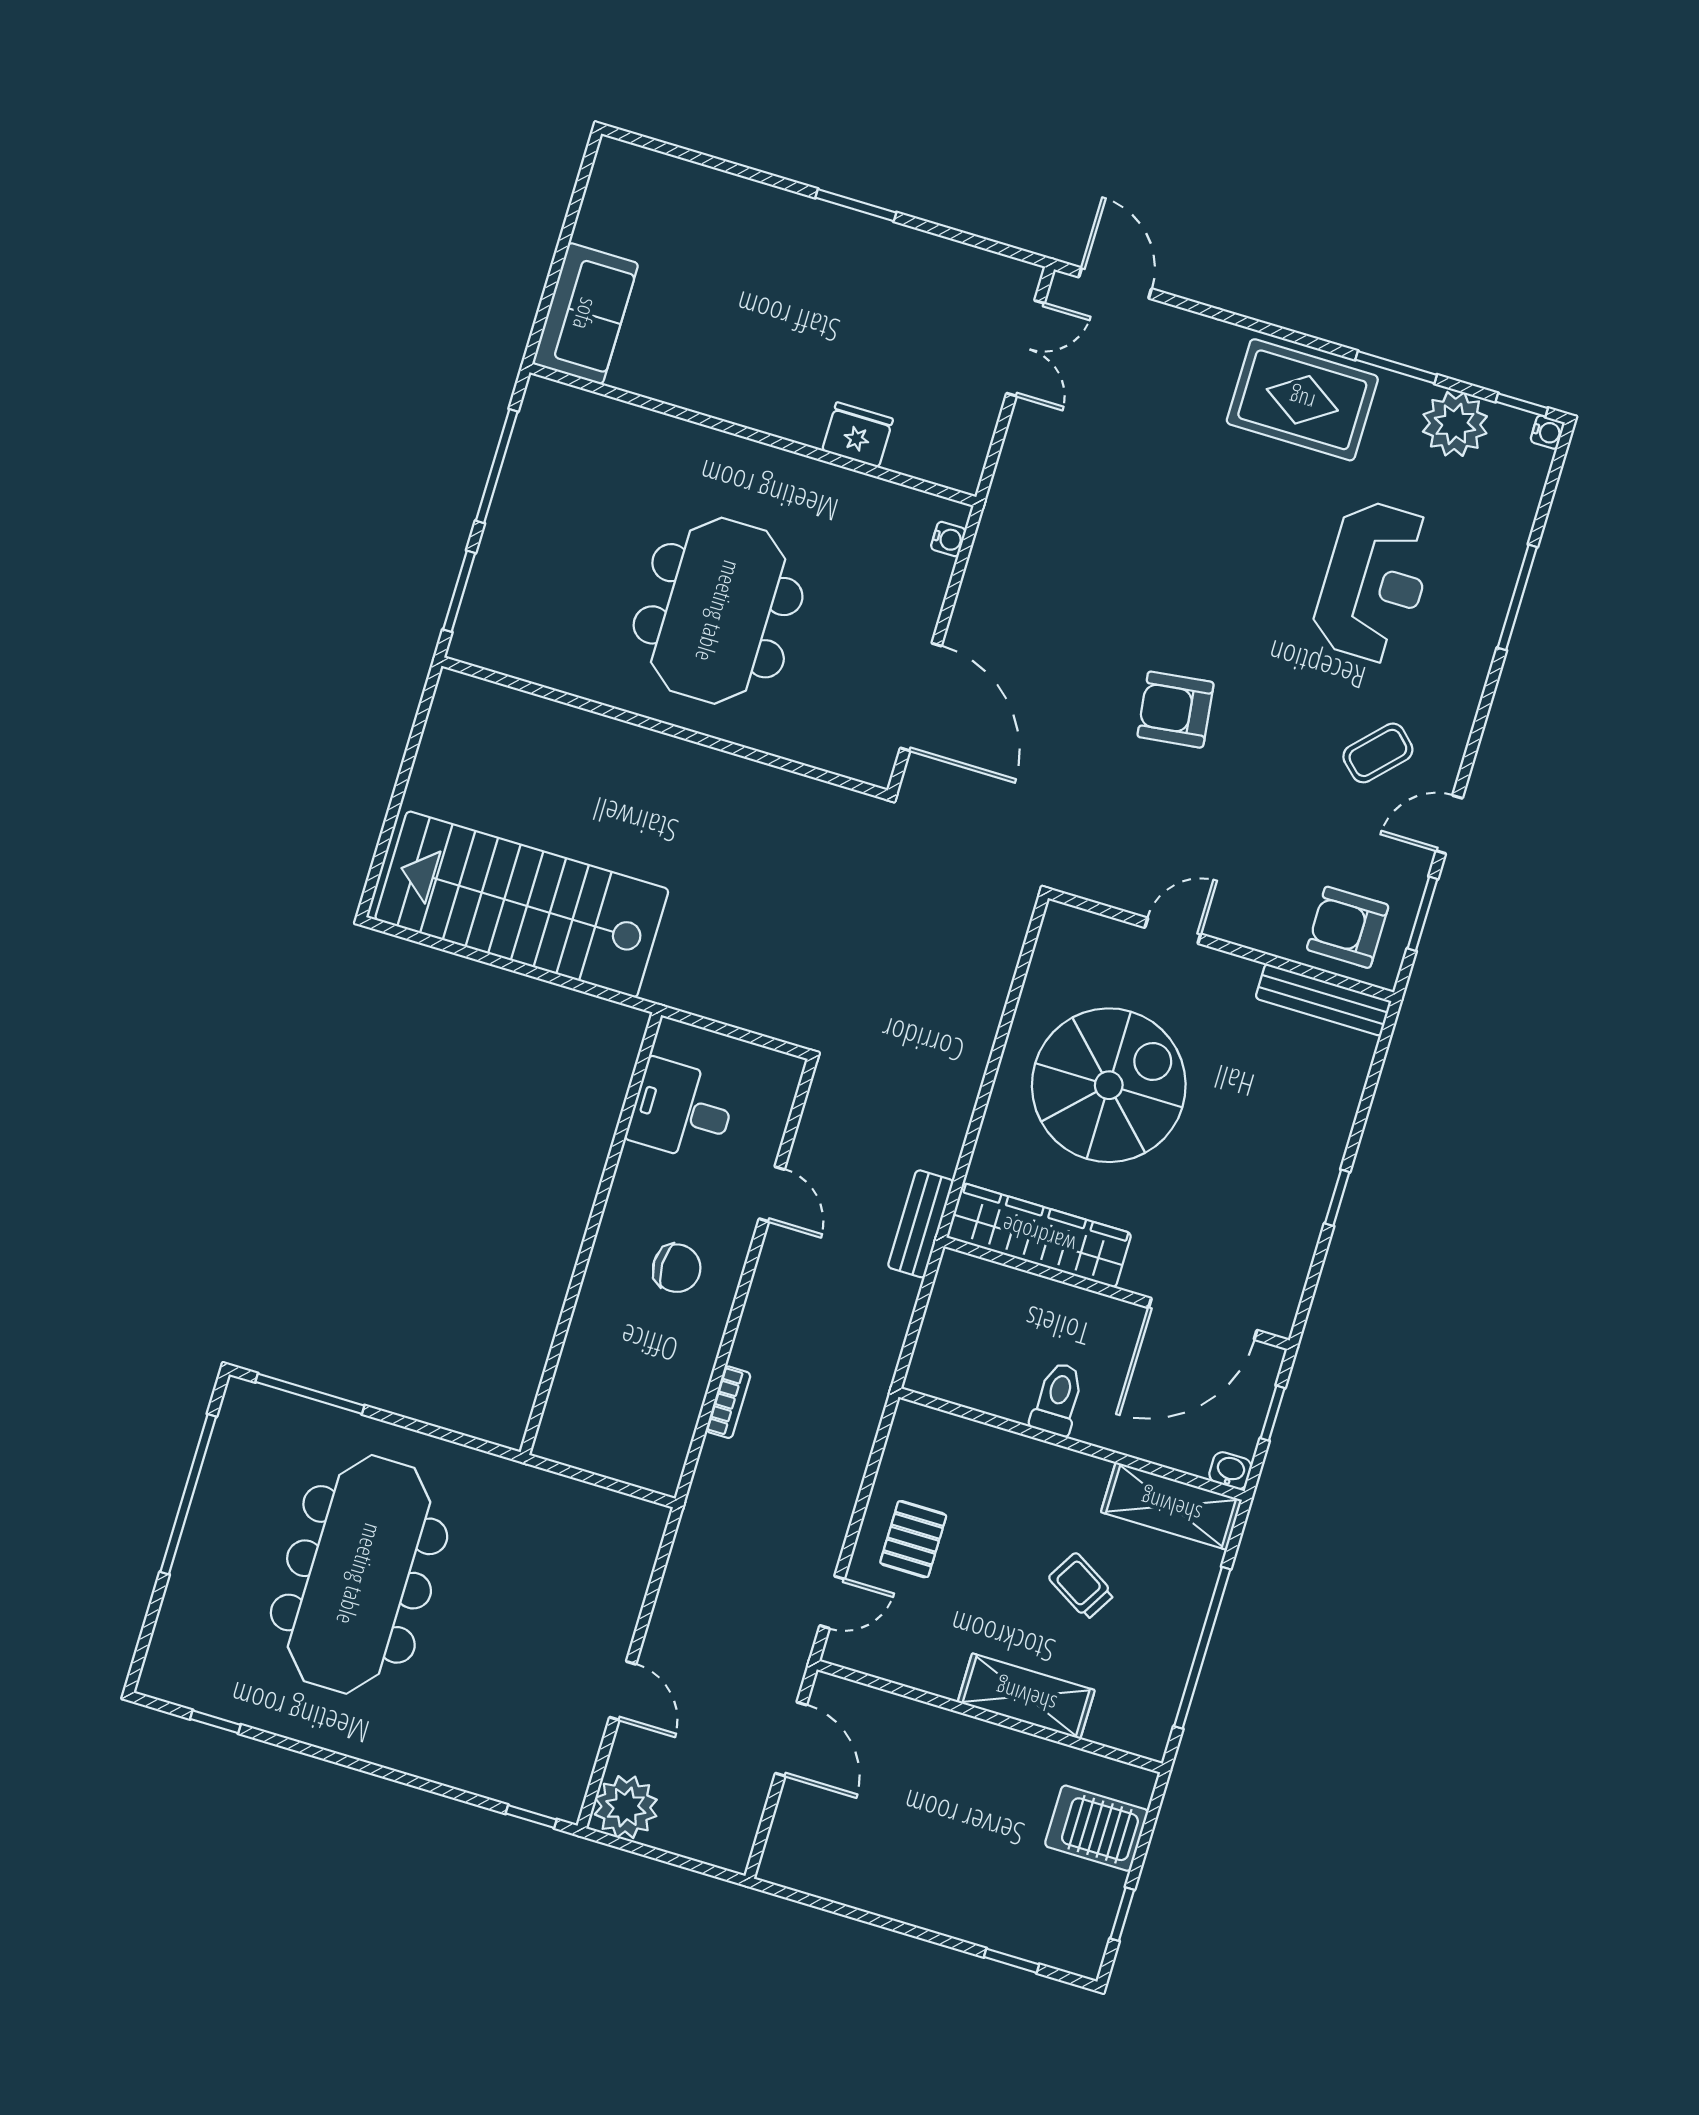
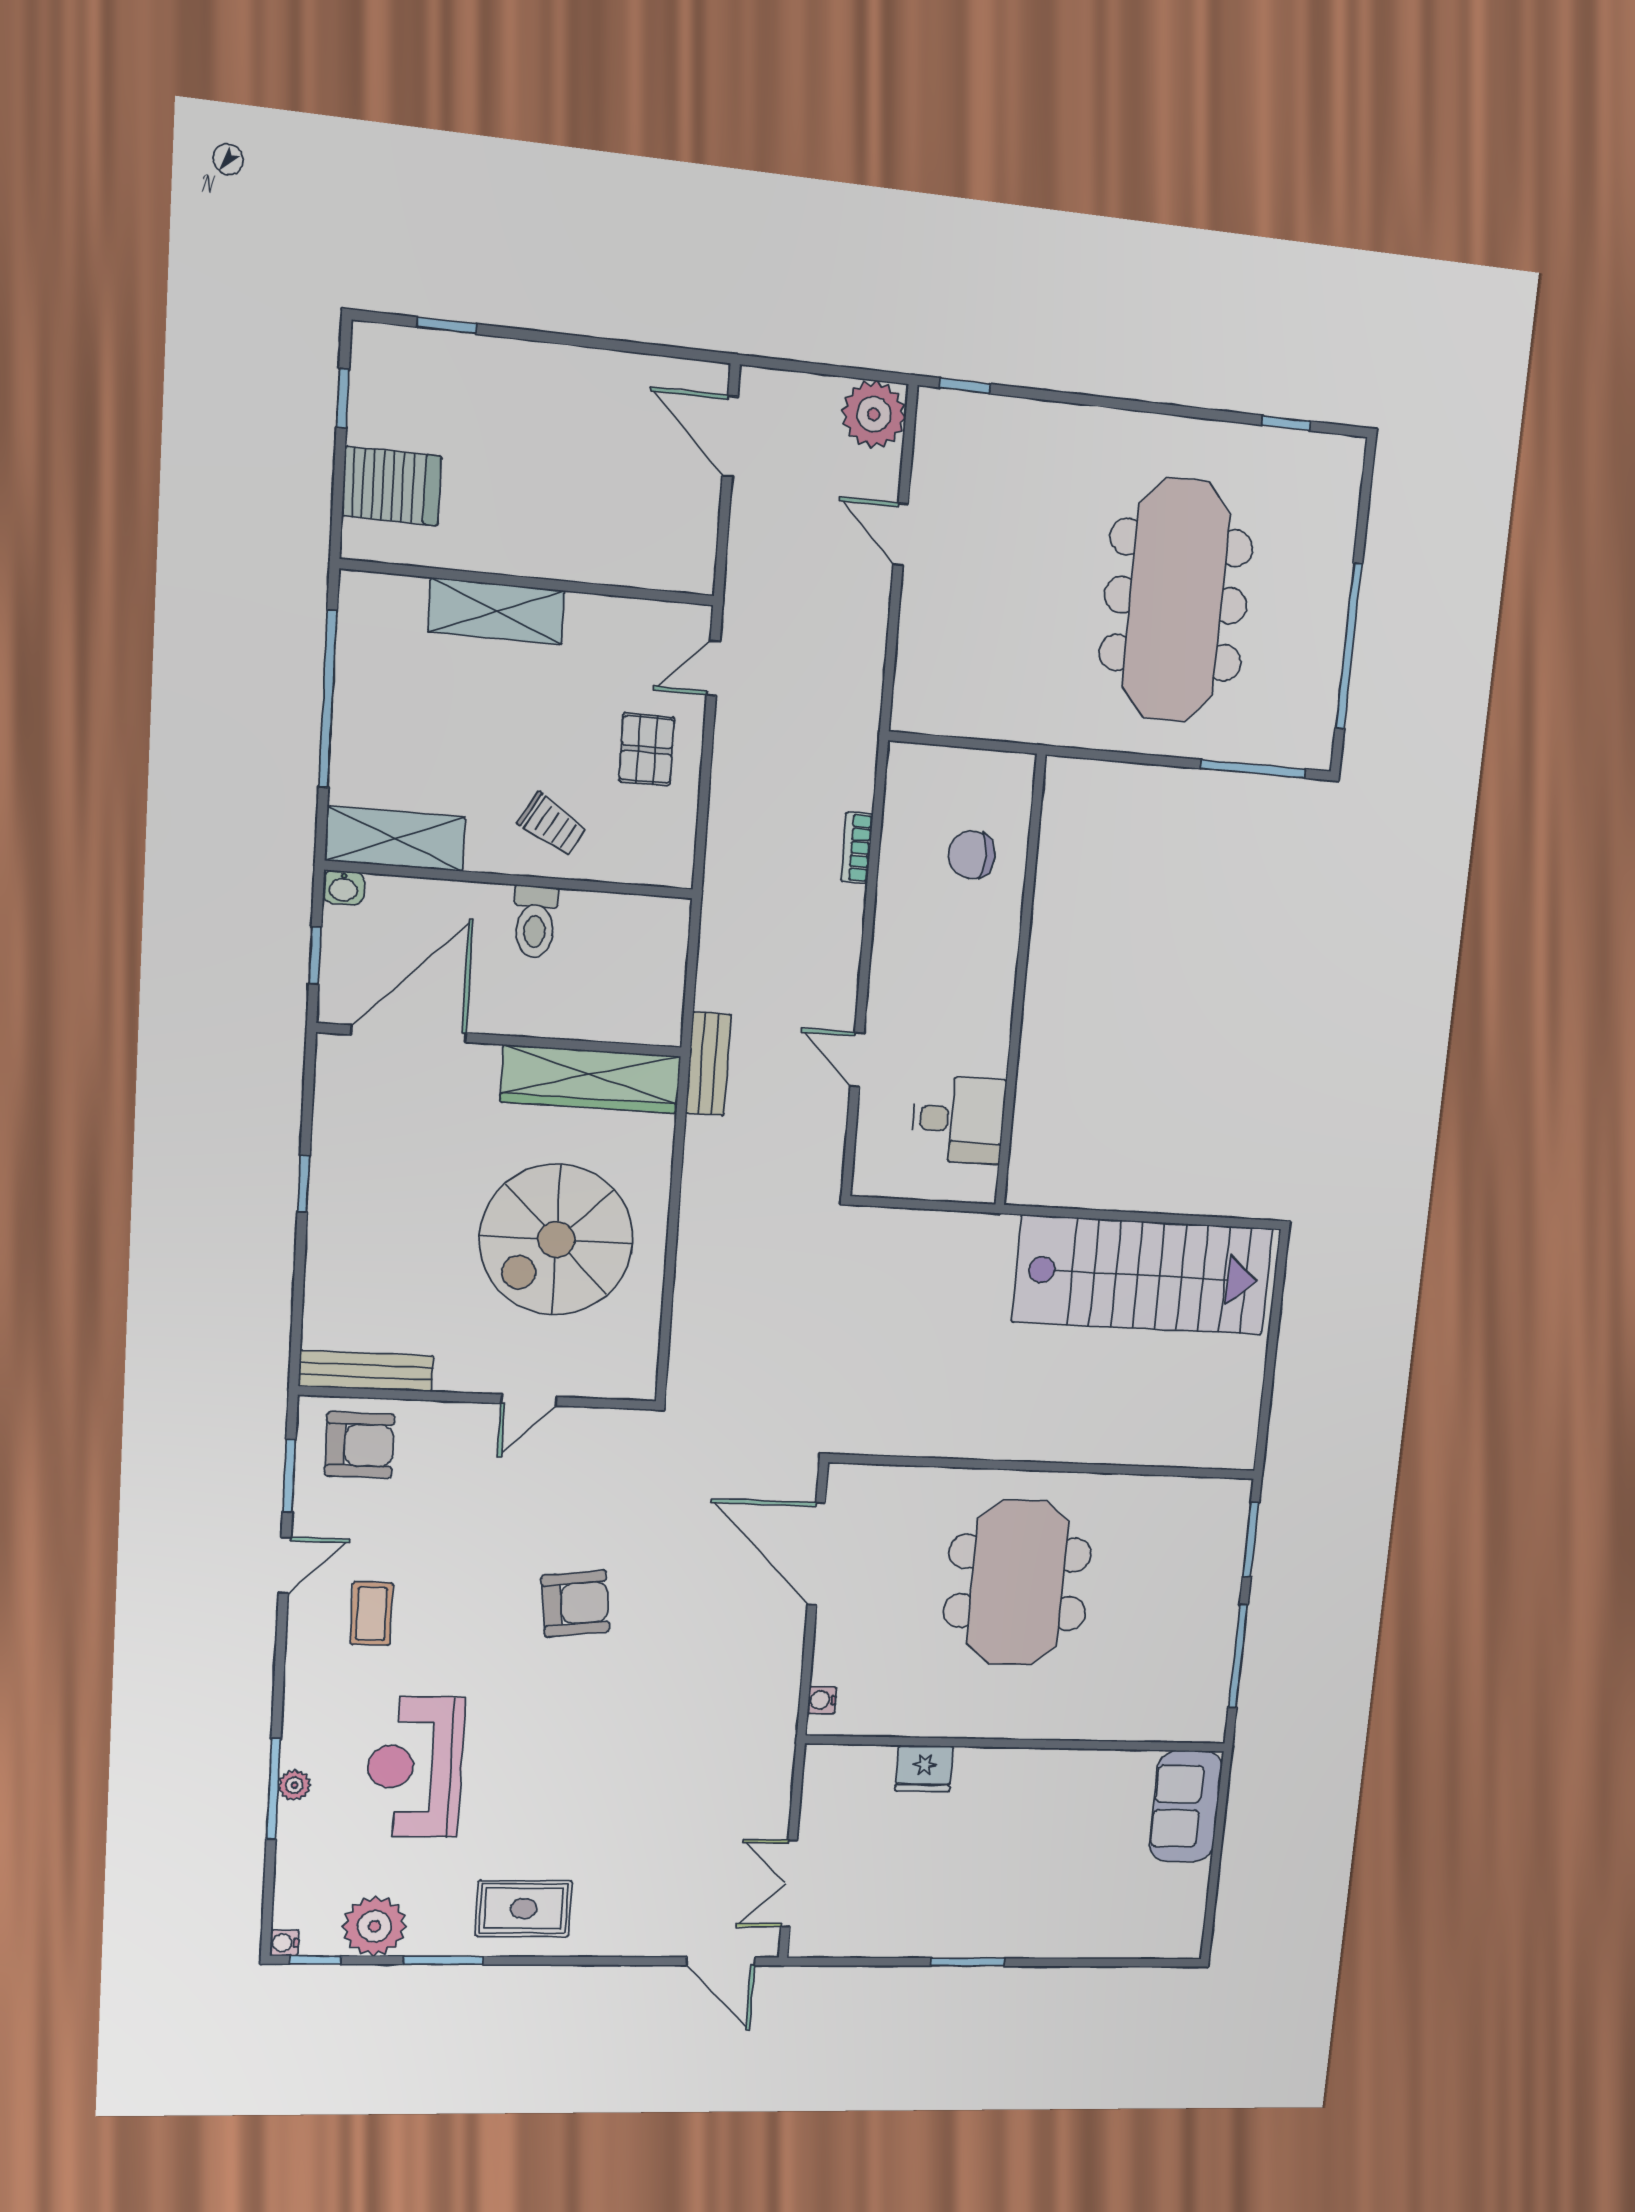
rug: (1302, 400) -> (524, 1908), width x0.73, depth x0.70
plant: (1496, 596) -> (294, 1785), added
coffee table: (1378, 753) -> (371, 1614), turned -44
chair: (677, 1268) -> (972, 855), moved
trolley: (1081, 1586) -> (552, 825), moved
door: (791, 1739) -> (730, 436), moved

